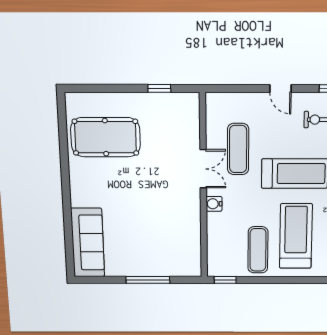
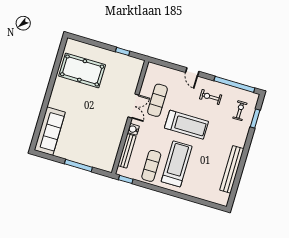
bench: (214, 238) -> (127, 151), added

